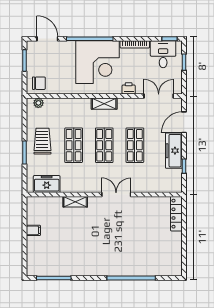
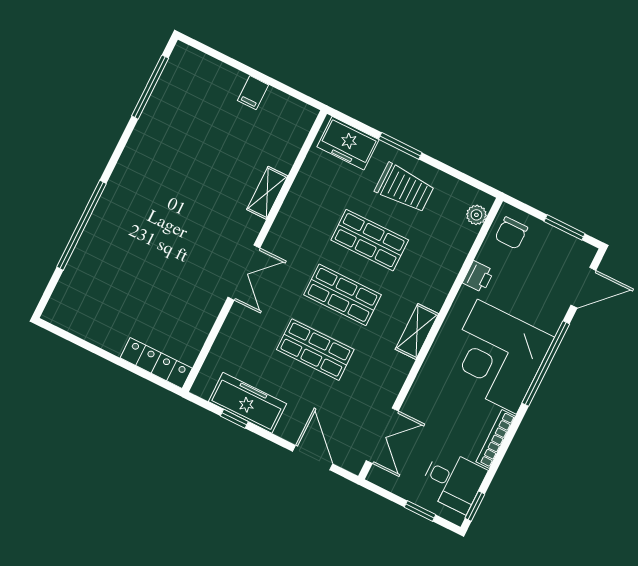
printer: (129, 88) -> (478, 277), moved
freezer: (174, 151) -> (247, 403), moved
freezer: (47, 184) -> (348, 143), moved, turned 90

